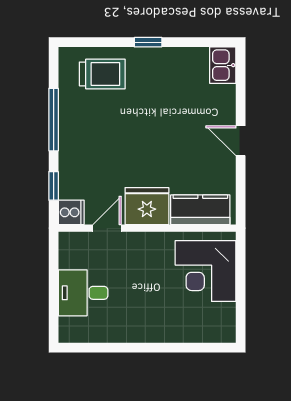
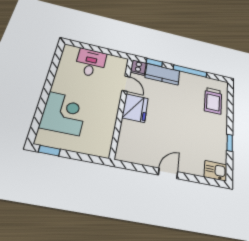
window: (148, 42) -> (230, 143), moved
kitchen counter: (200, 210) -> (163, 74), moved, turned 90
corner desk: (206, 271) -> (64, 113), moved, turned 90
window: (241, 318) -> (49, 151), added

